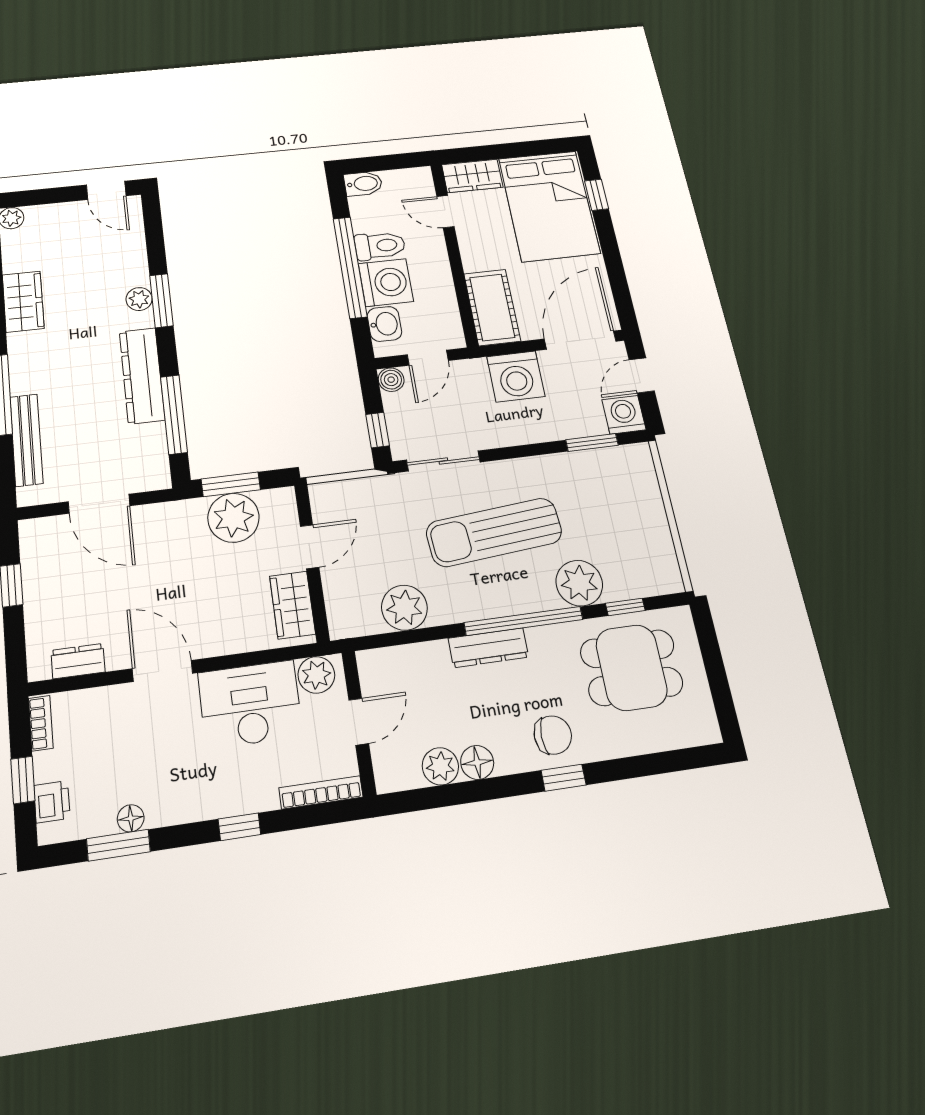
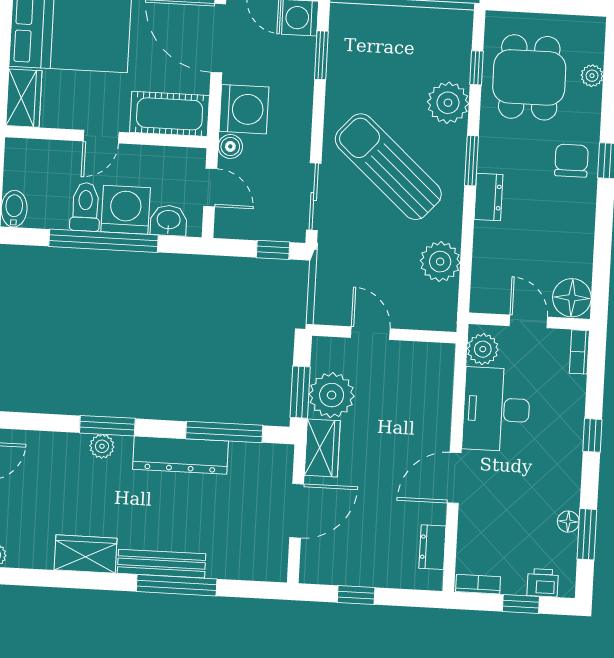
door: (445, 212) -> (101, 137), moved
boiler: (391, 380) -> (230, 146), moved
bench: (26, 440) -> (162, 564), moved
sun lounger: (494, 532) -> (388, 167), turned 137
wardrobe: (292, 605) -> (322, 448), moved, turned -90
window: (524, 621) -> (472, 161), width x0.47
dresser: (488, 648) -> (488, 197), width x0.70
floor lamp: (477, 762) -> (572, 298), moved, width x1.38, depth x1.38
plant: (440, 766) -> (592, 76), moved, width x0.73, depth x0.73
bookcase: (321, 792) -> (579, 352), width x0.64

